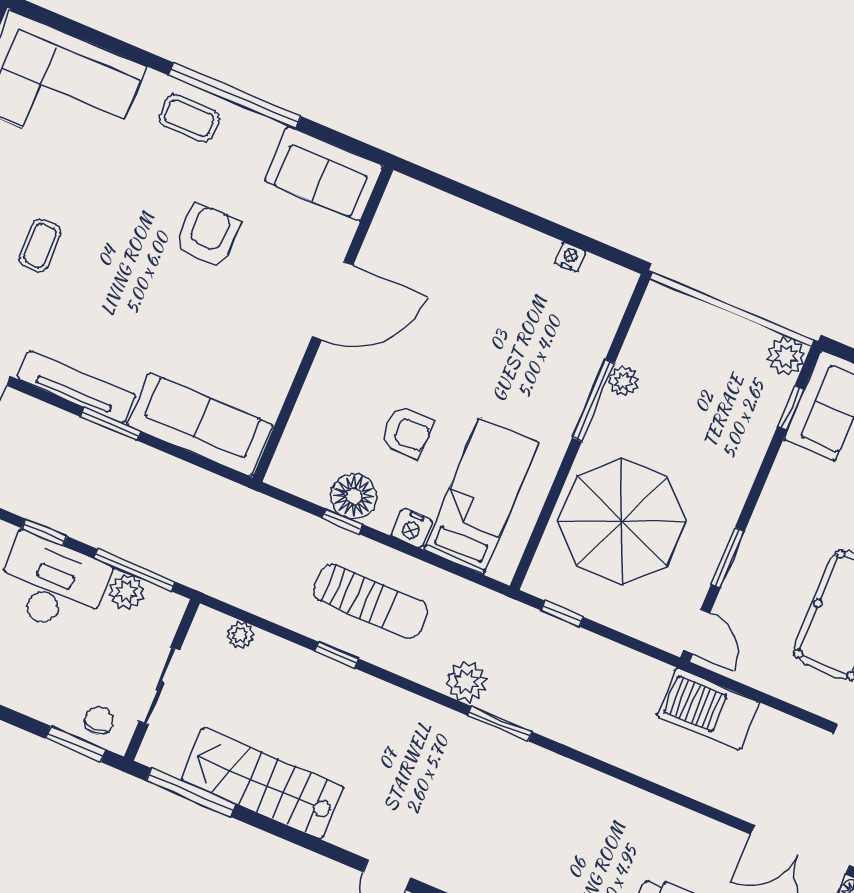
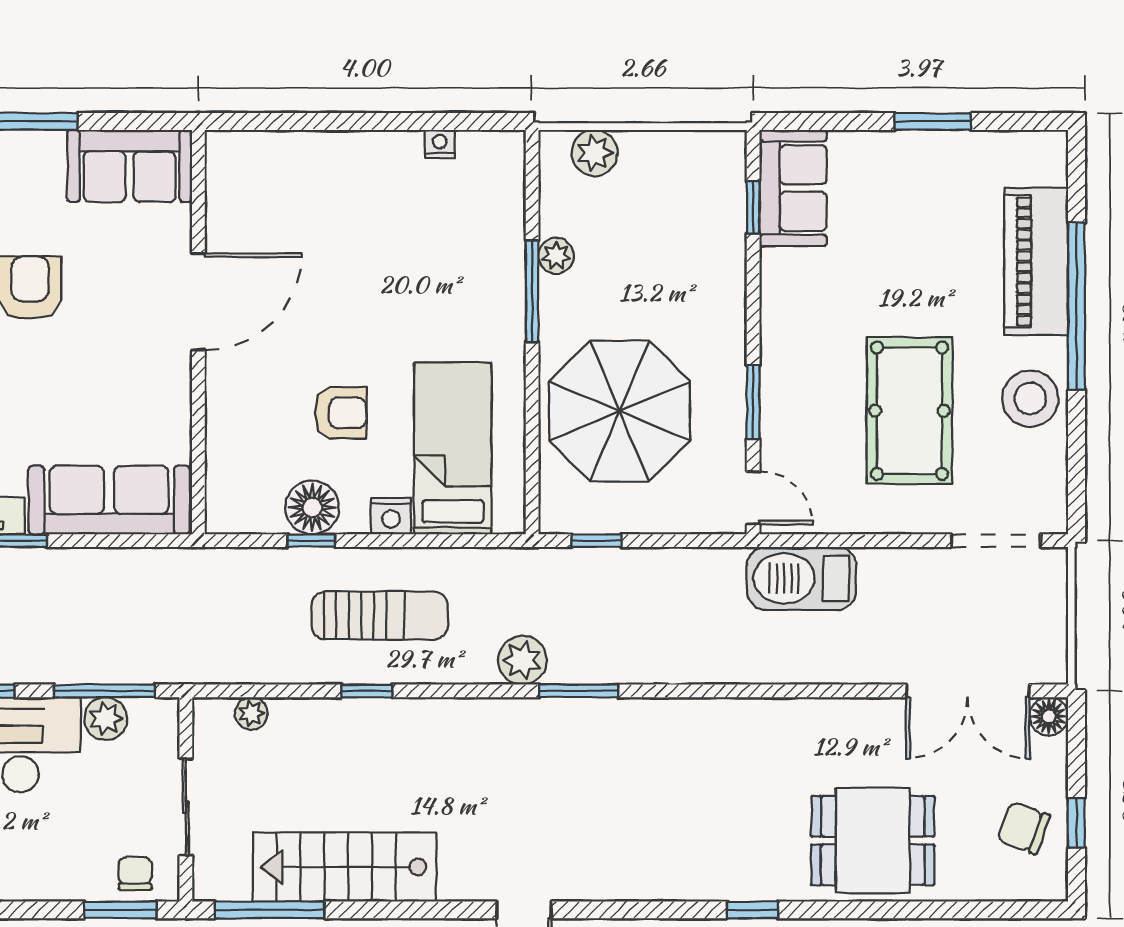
plant: (786, 356) -> (594, 153), moved

